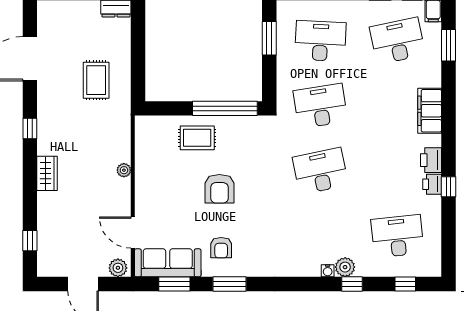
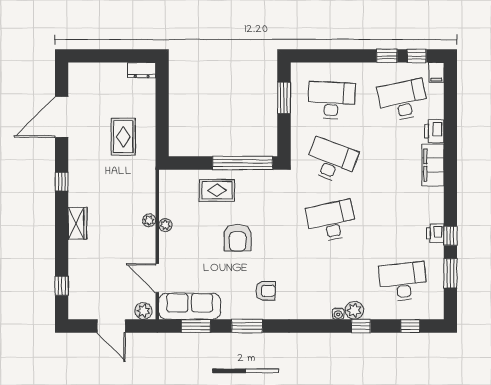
window: (448, 45) -> (450, 273), moved
desk: (320, 106) -> (331, 161), turned 30
printer: (431, 160) -> (434, 131), moved
plant: (142, 175) -> (165, 225), added
armchair: (221, 248) -> (266, 291), moved, turned -90

